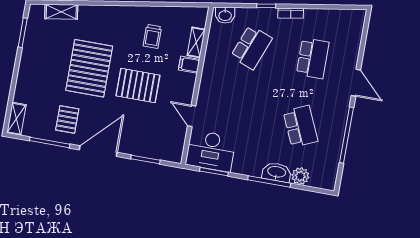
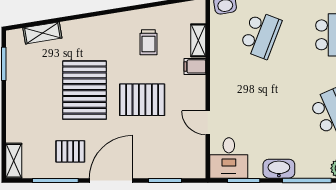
pallet: (67, 119) -> (70, 151), turned 90
desk: (211, 151) -> (229, 158), width x0.73
washbasin: (277, 172) -> (279, 169), moved

